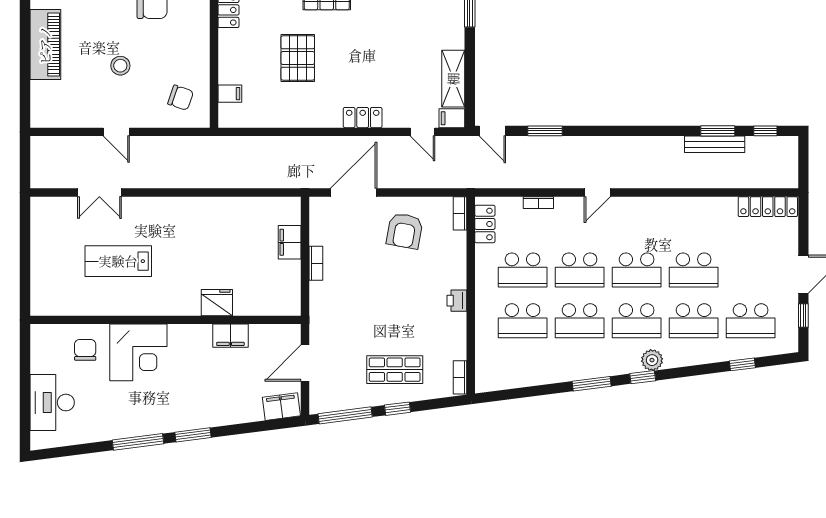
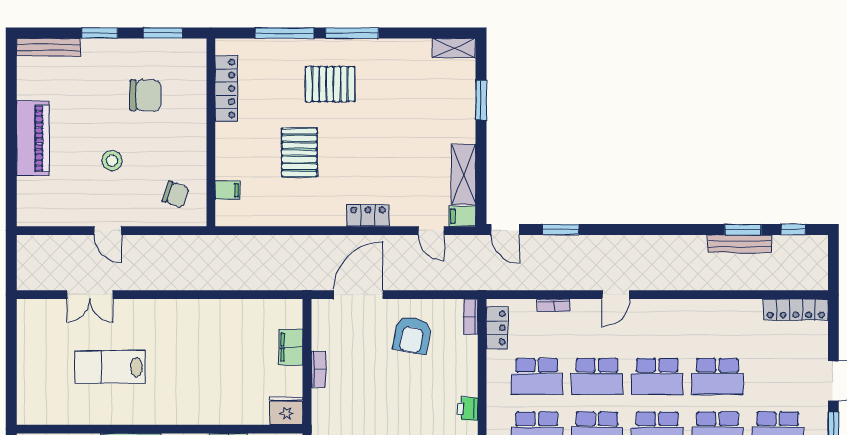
fridge: (217, 303) -> (286, 411), moved

